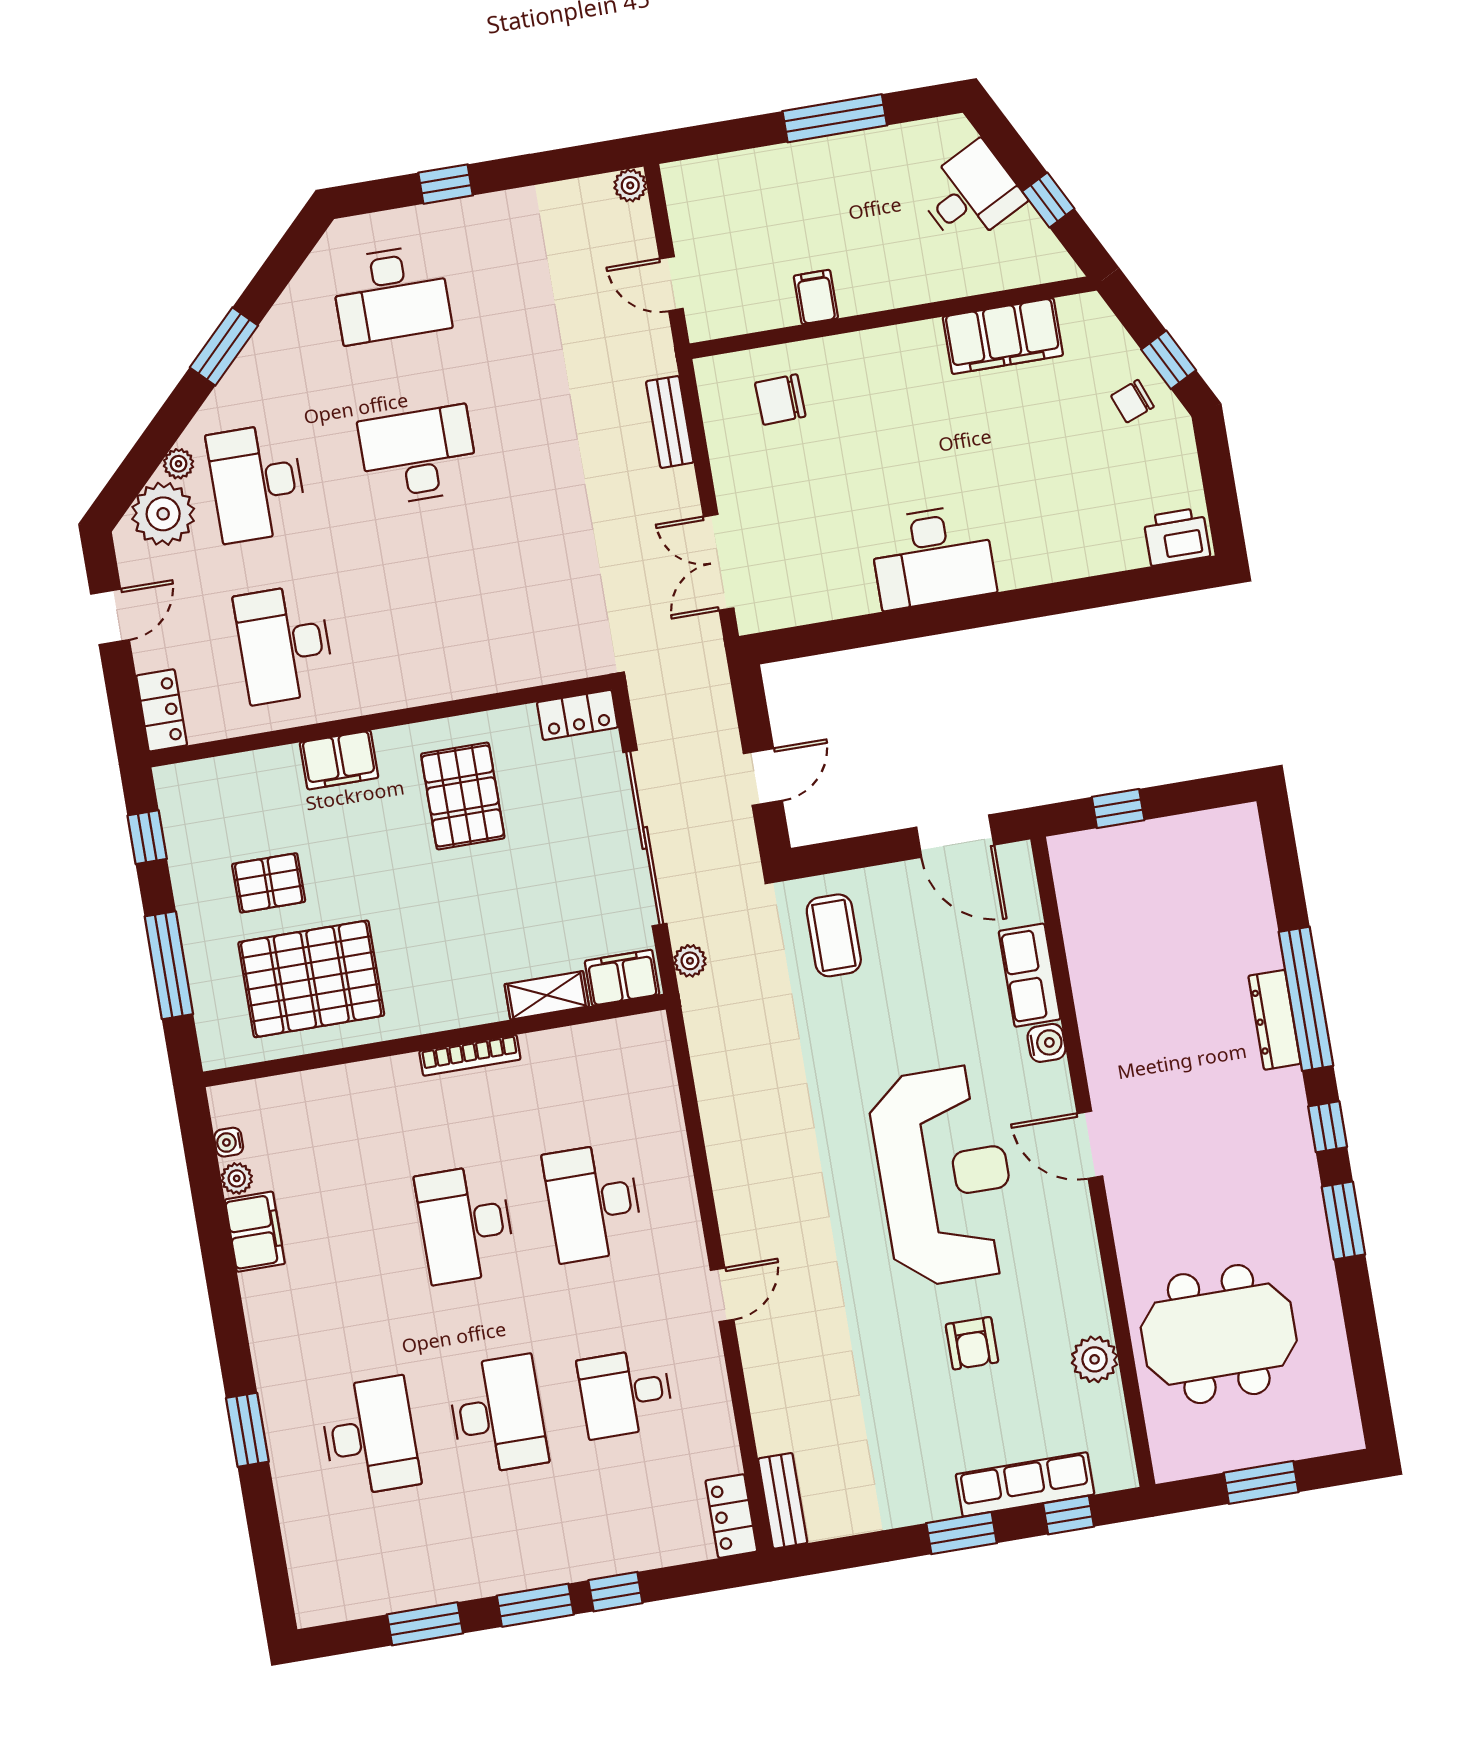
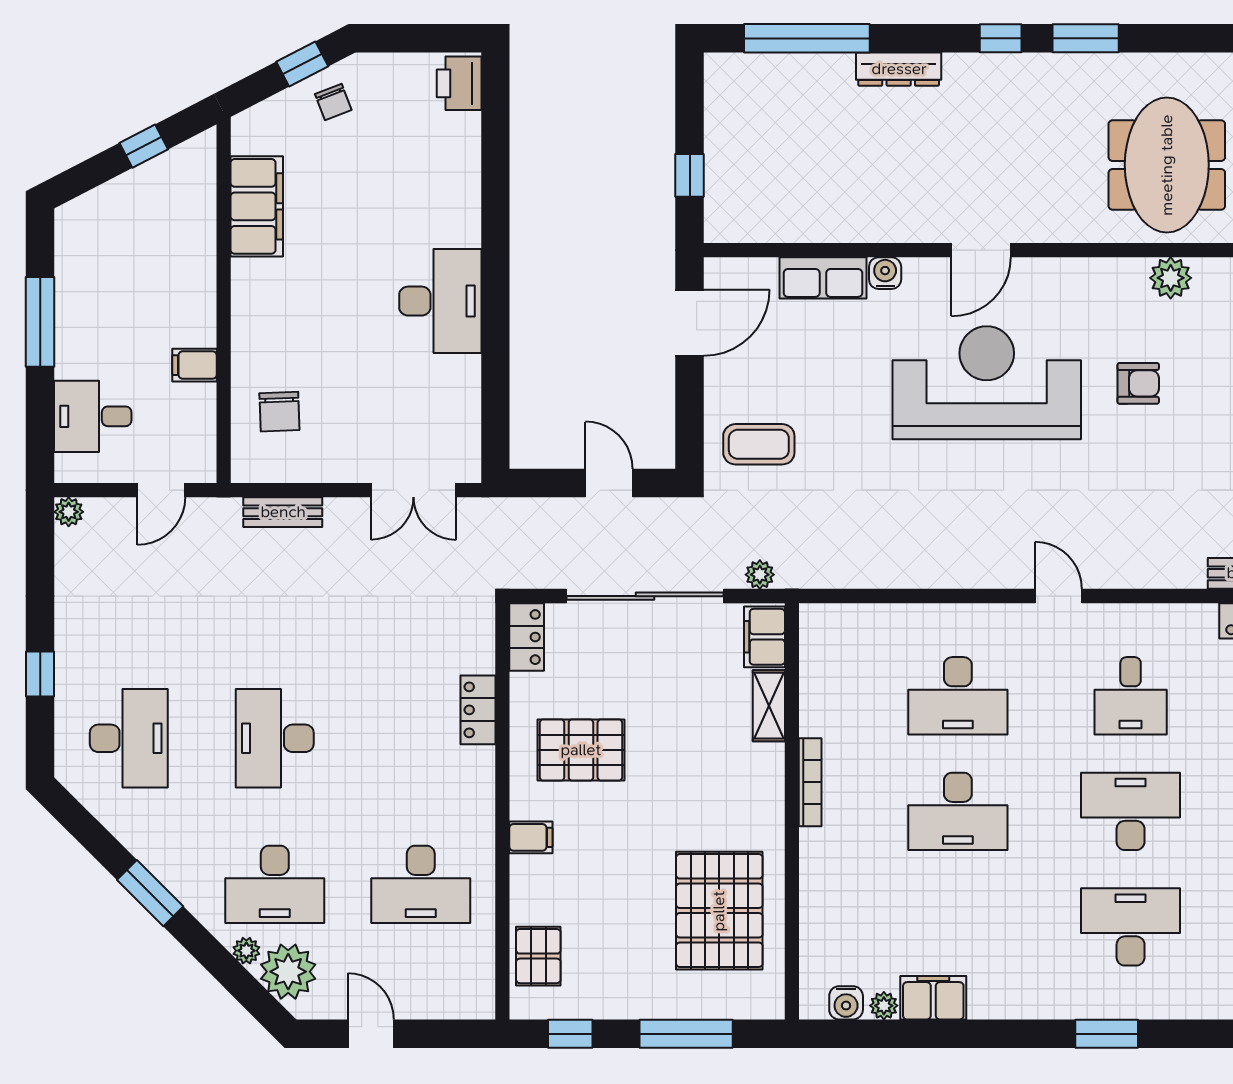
desk: (970, 195) -> (93, 416), moved, turned -63
locker: (162, 710) -> (478, 710), moved, turned -90
filing cabinet: (339, 760) -> (531, 837), width x0.50
pallet: (269, 883) -> (538, 956), moved
window: (1306, 999) -> (807, 38), moved
water cooler: (229, 1142) -> (846, 1003), width x1.38, depth x1.38

